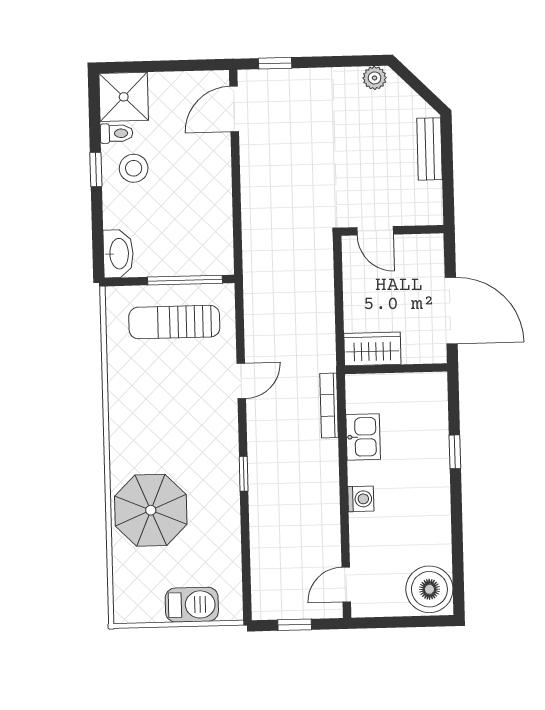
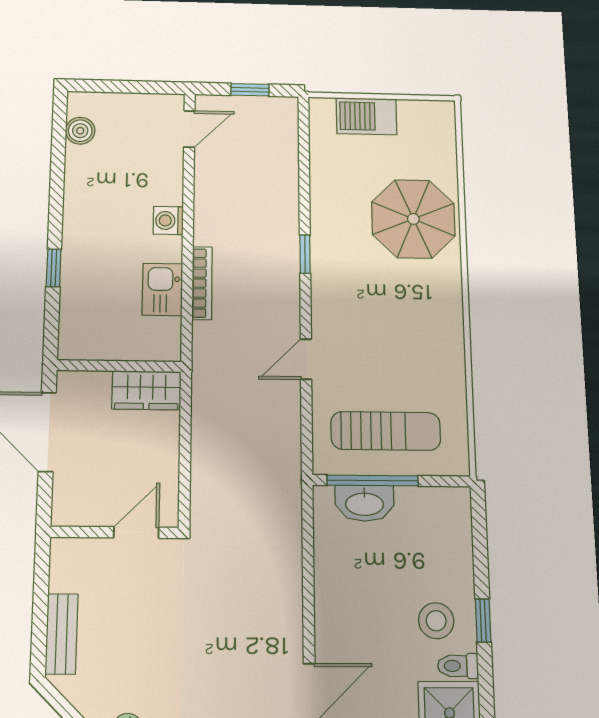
door: (375, 231) -> (136, 532), hinge flipped
washbasin: (118, 254) -> (365, 503), moved, turned -90
bookcase: (329, 406) -> (202, 283), moved
boiler: (429, 589) -> (80, 131), width x0.54, depth x0.54

